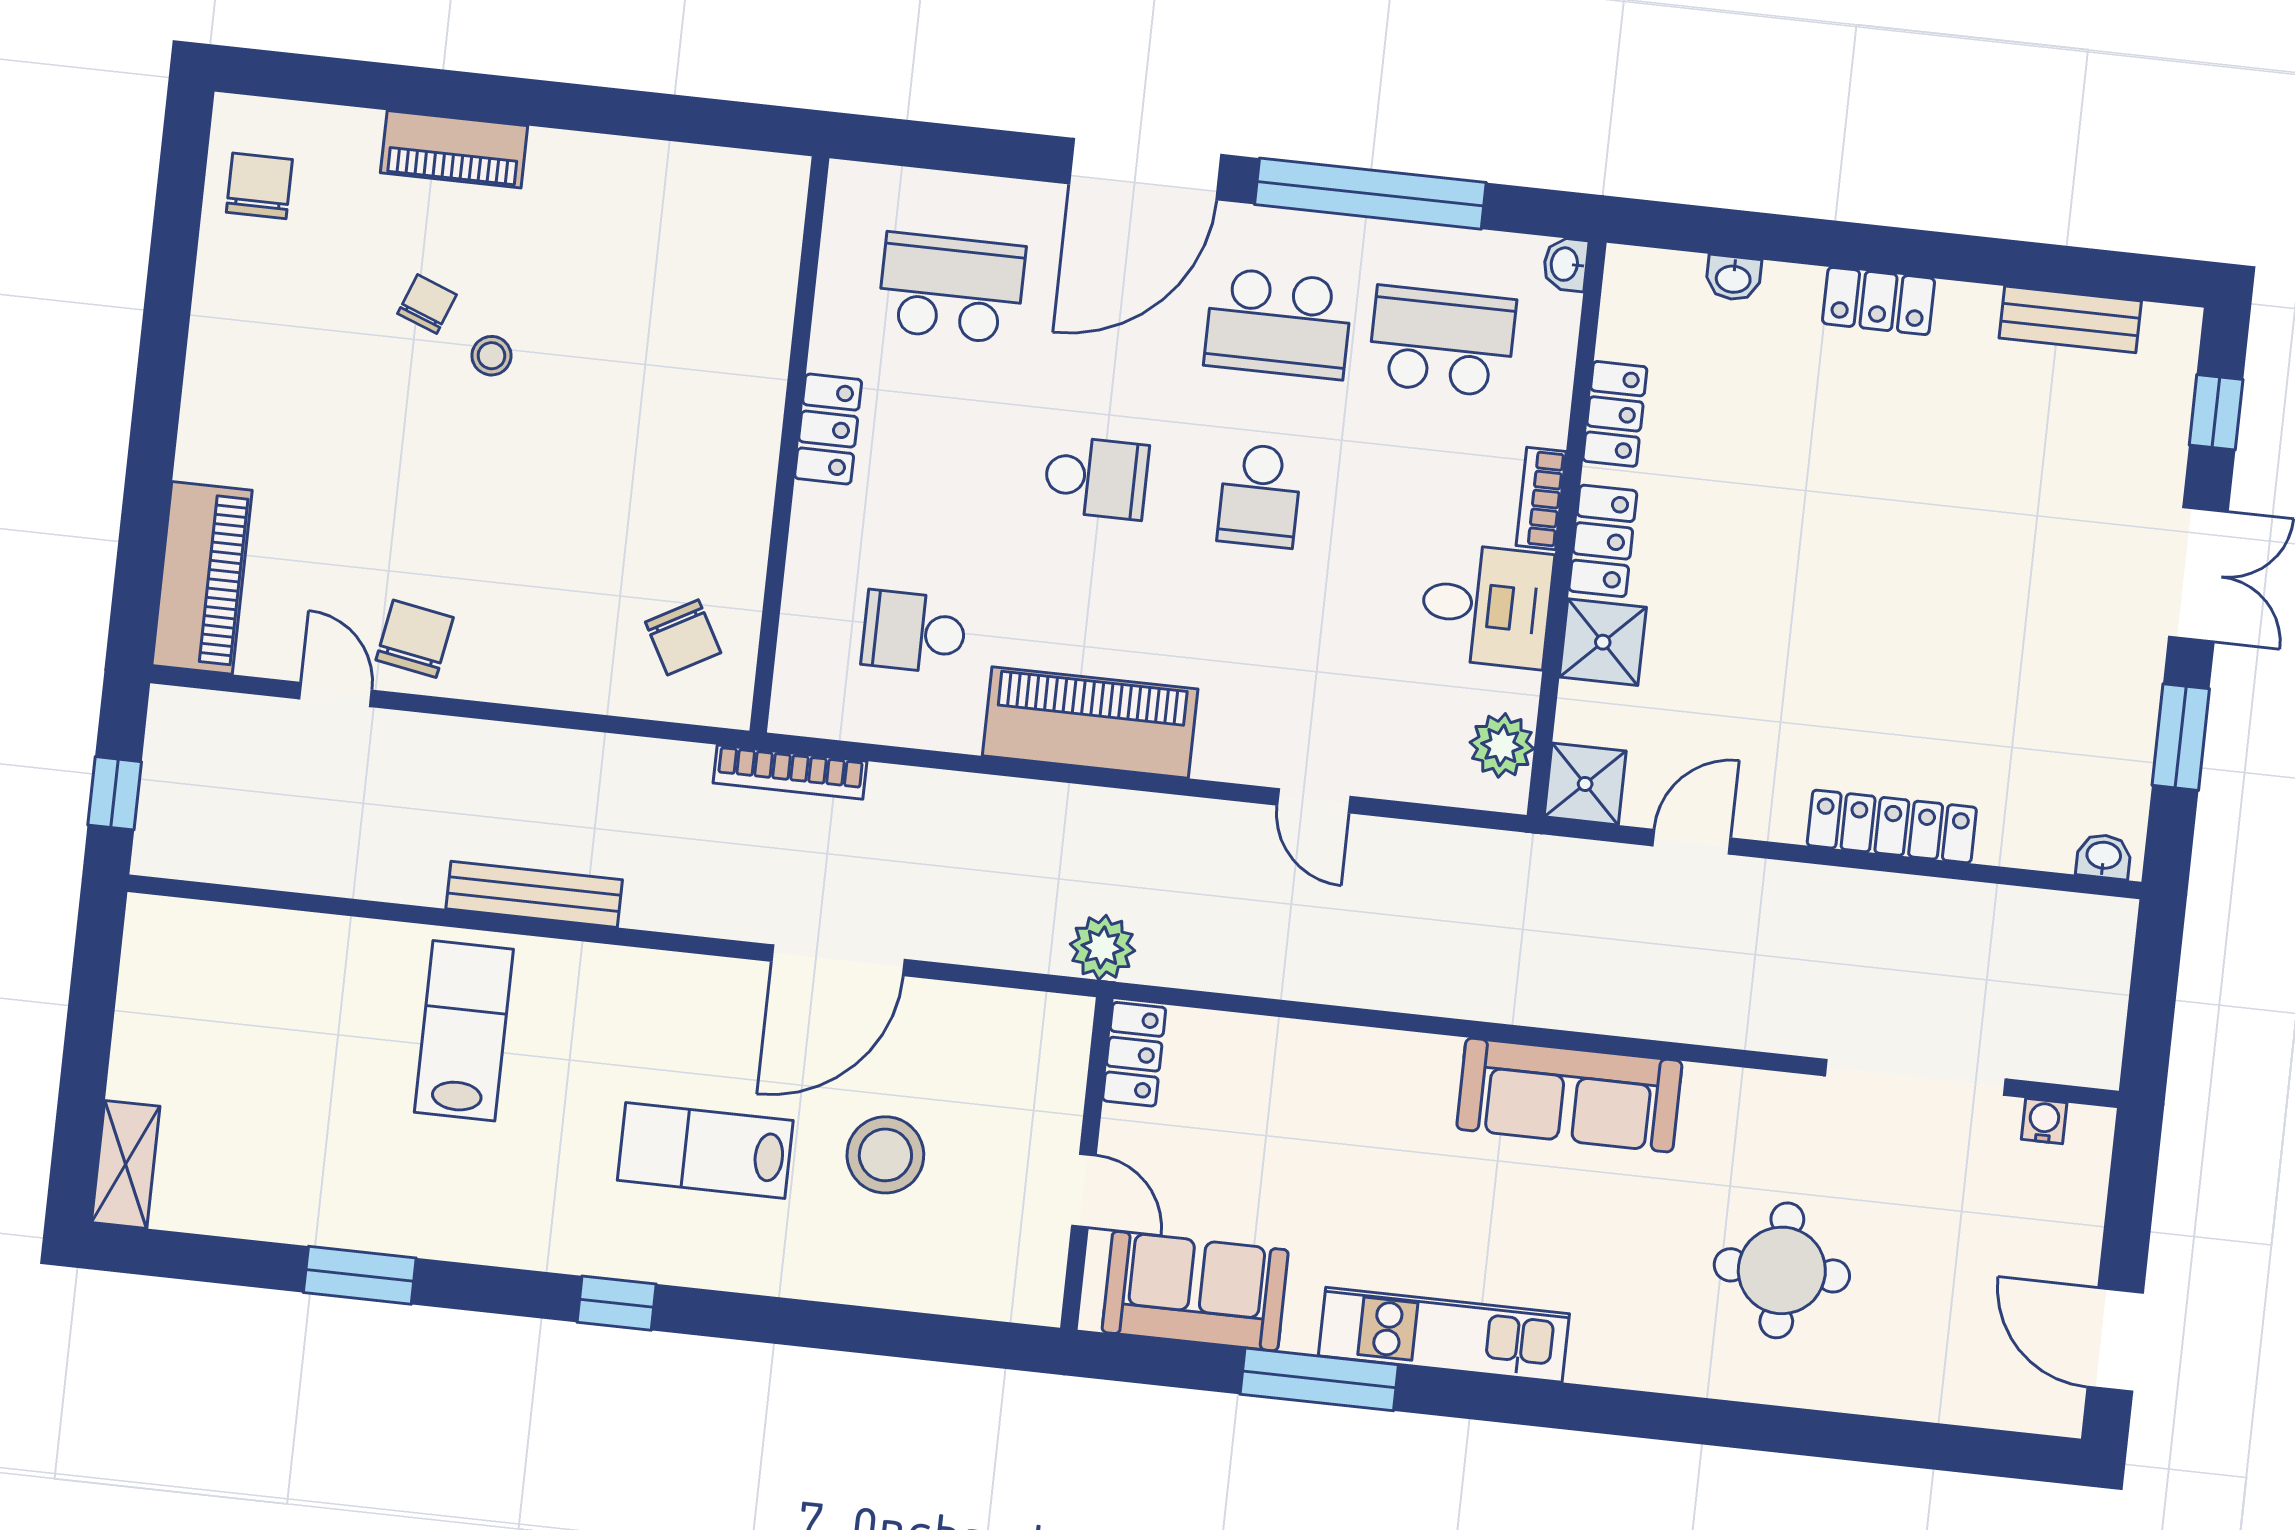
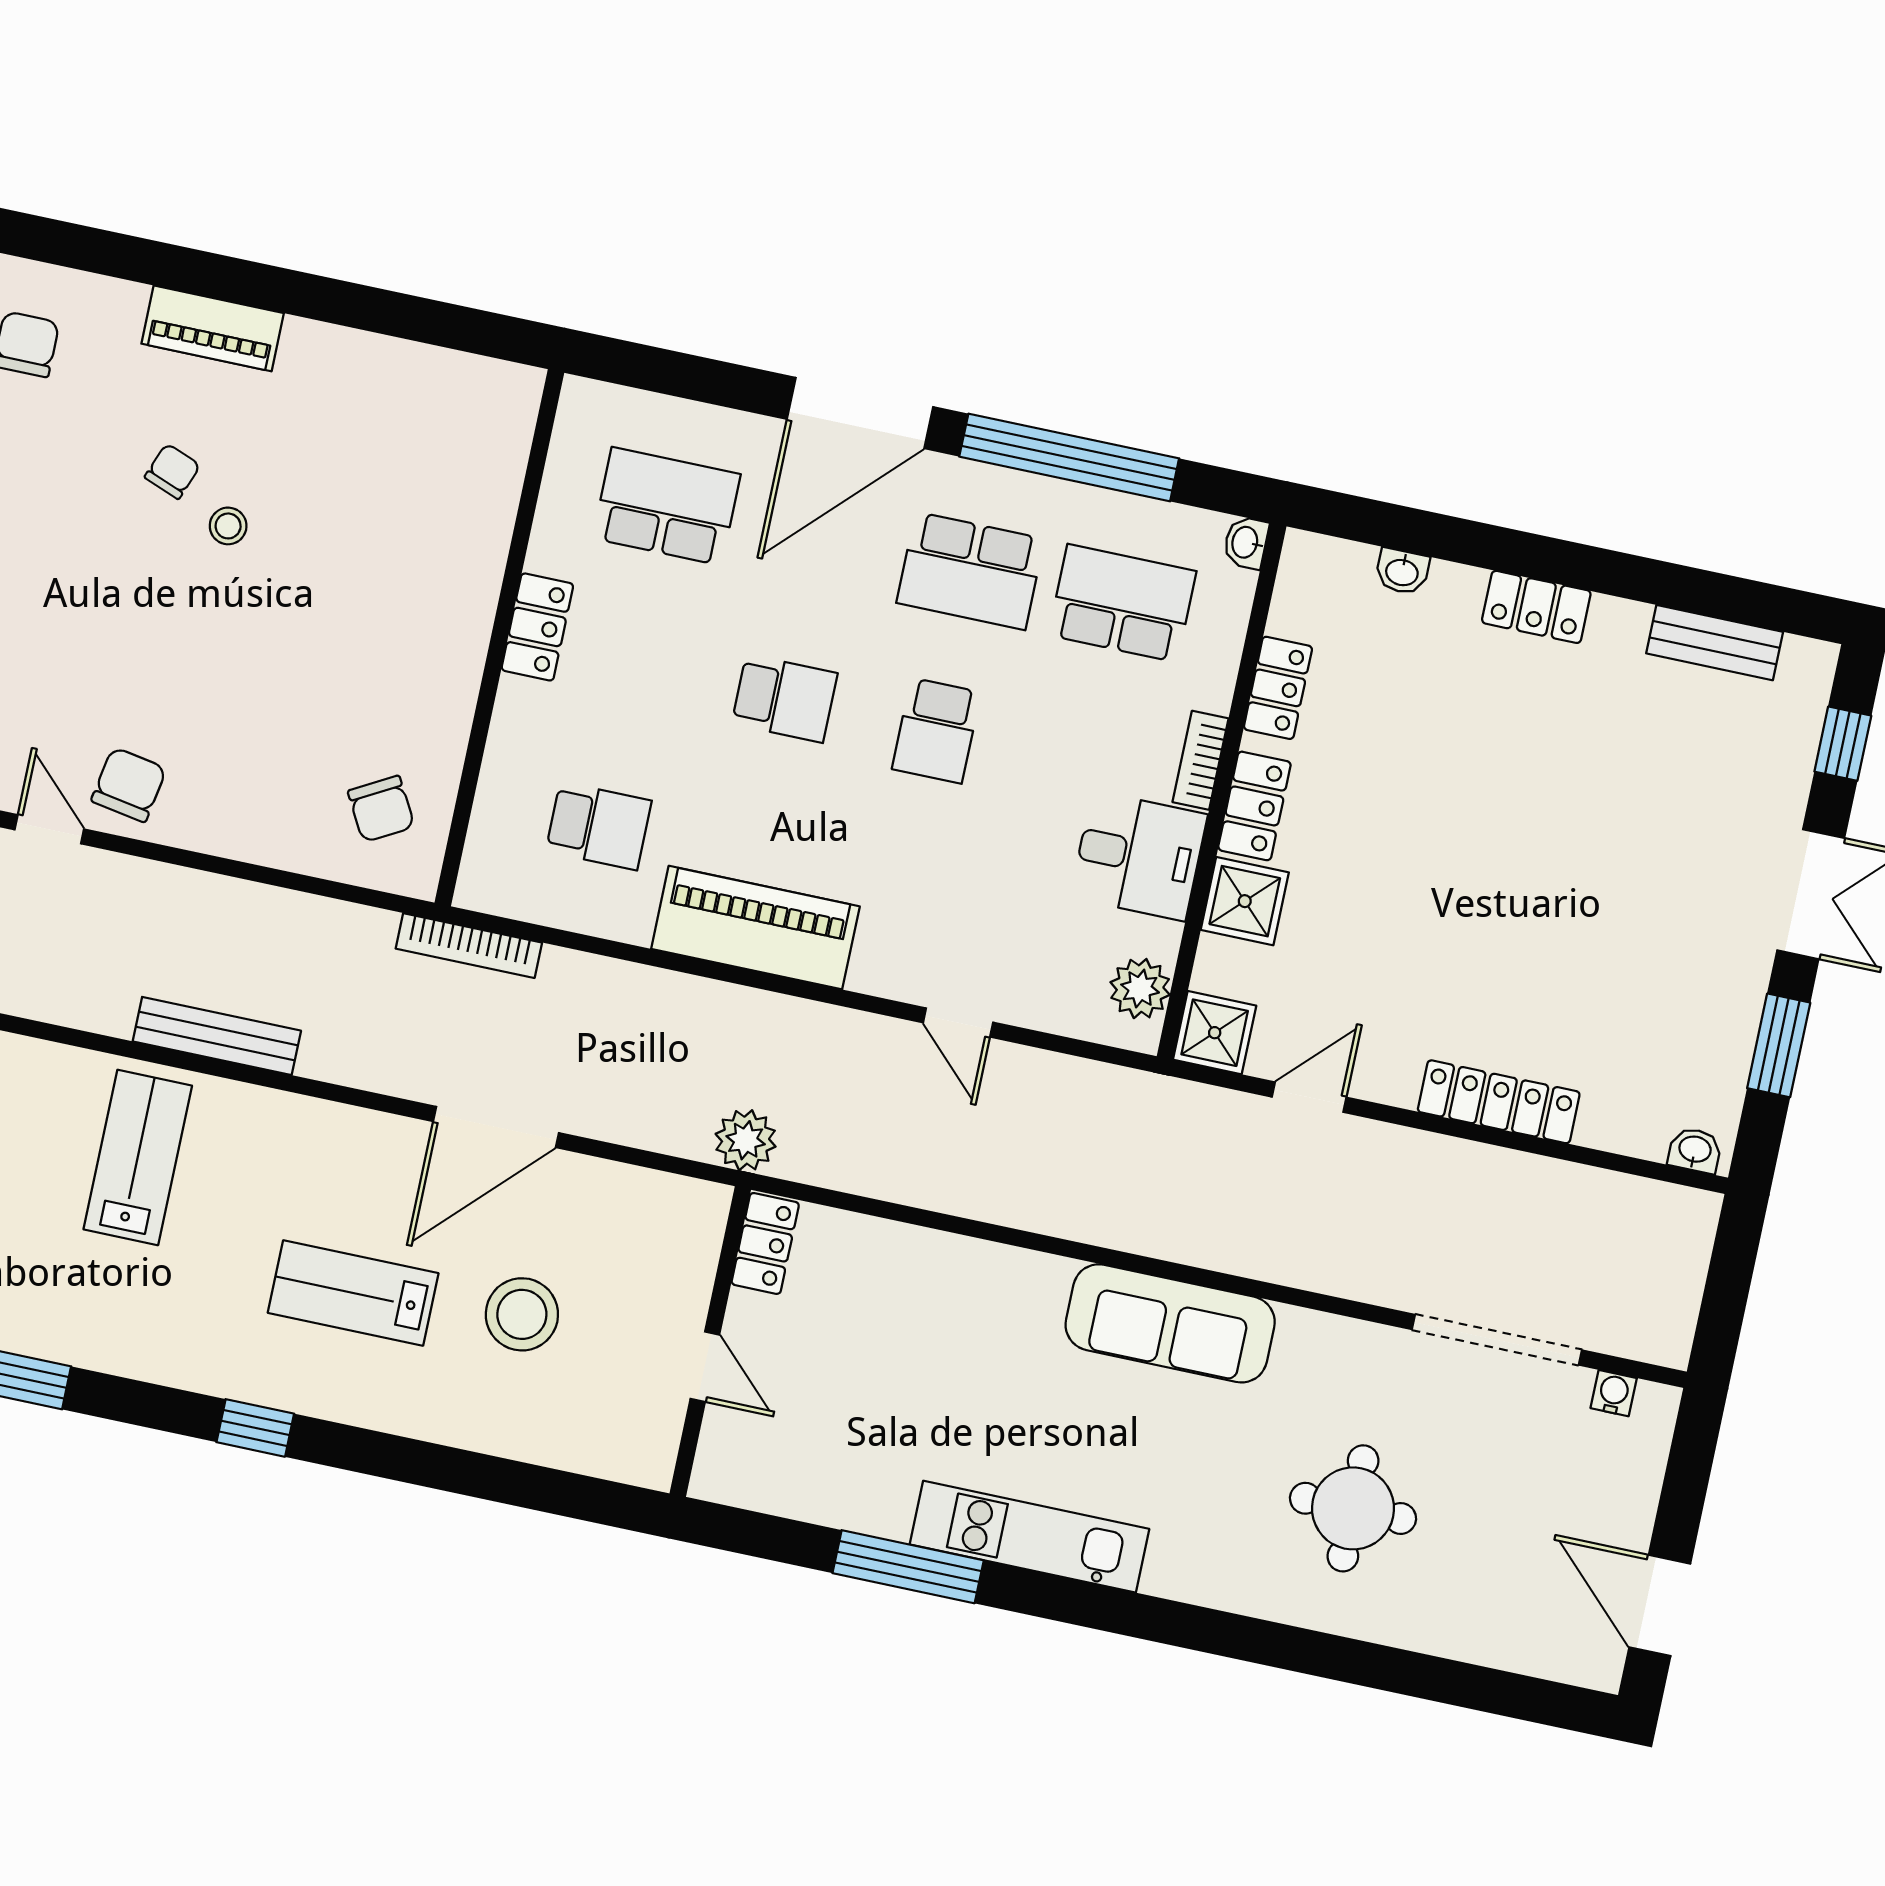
school desk: (914, 632) -> (599, 826), turned 180
sofa: (1195, 1291) -> (800, 1472), removed

